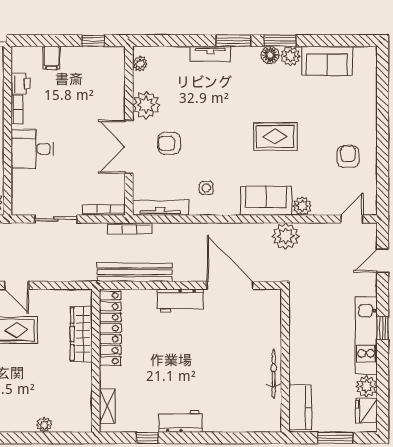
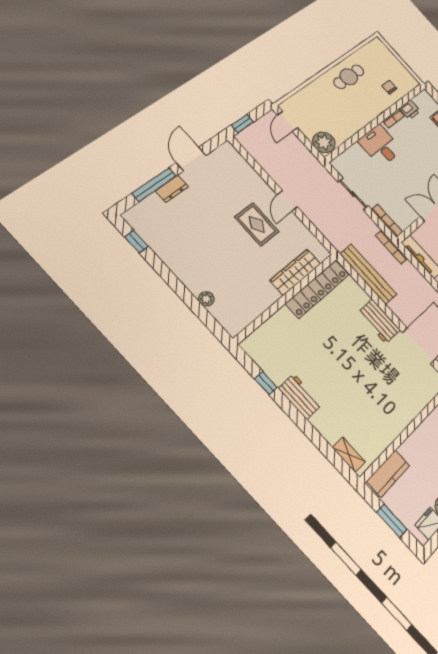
bicycle: (274, 374) -> (393, 432), removed
shelving: (107, 406) -> (349, 455), moved, turned 90

